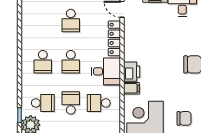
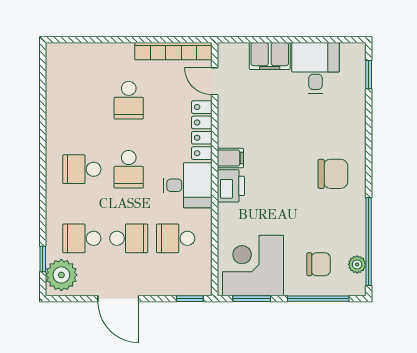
school desk: (43, 62) -> (82, 169), turned 90
filing cabinet: (131, 88) -> (230, 158), moved
school desk: (43, 103) -> (82, 238), turned 180
school desk: (71, 103) -> (129, 238), turned 90

